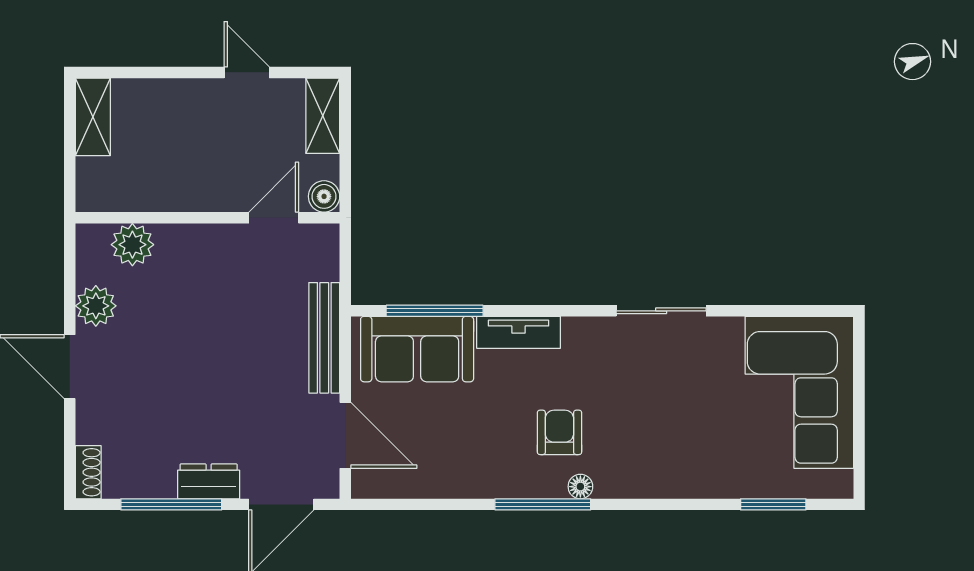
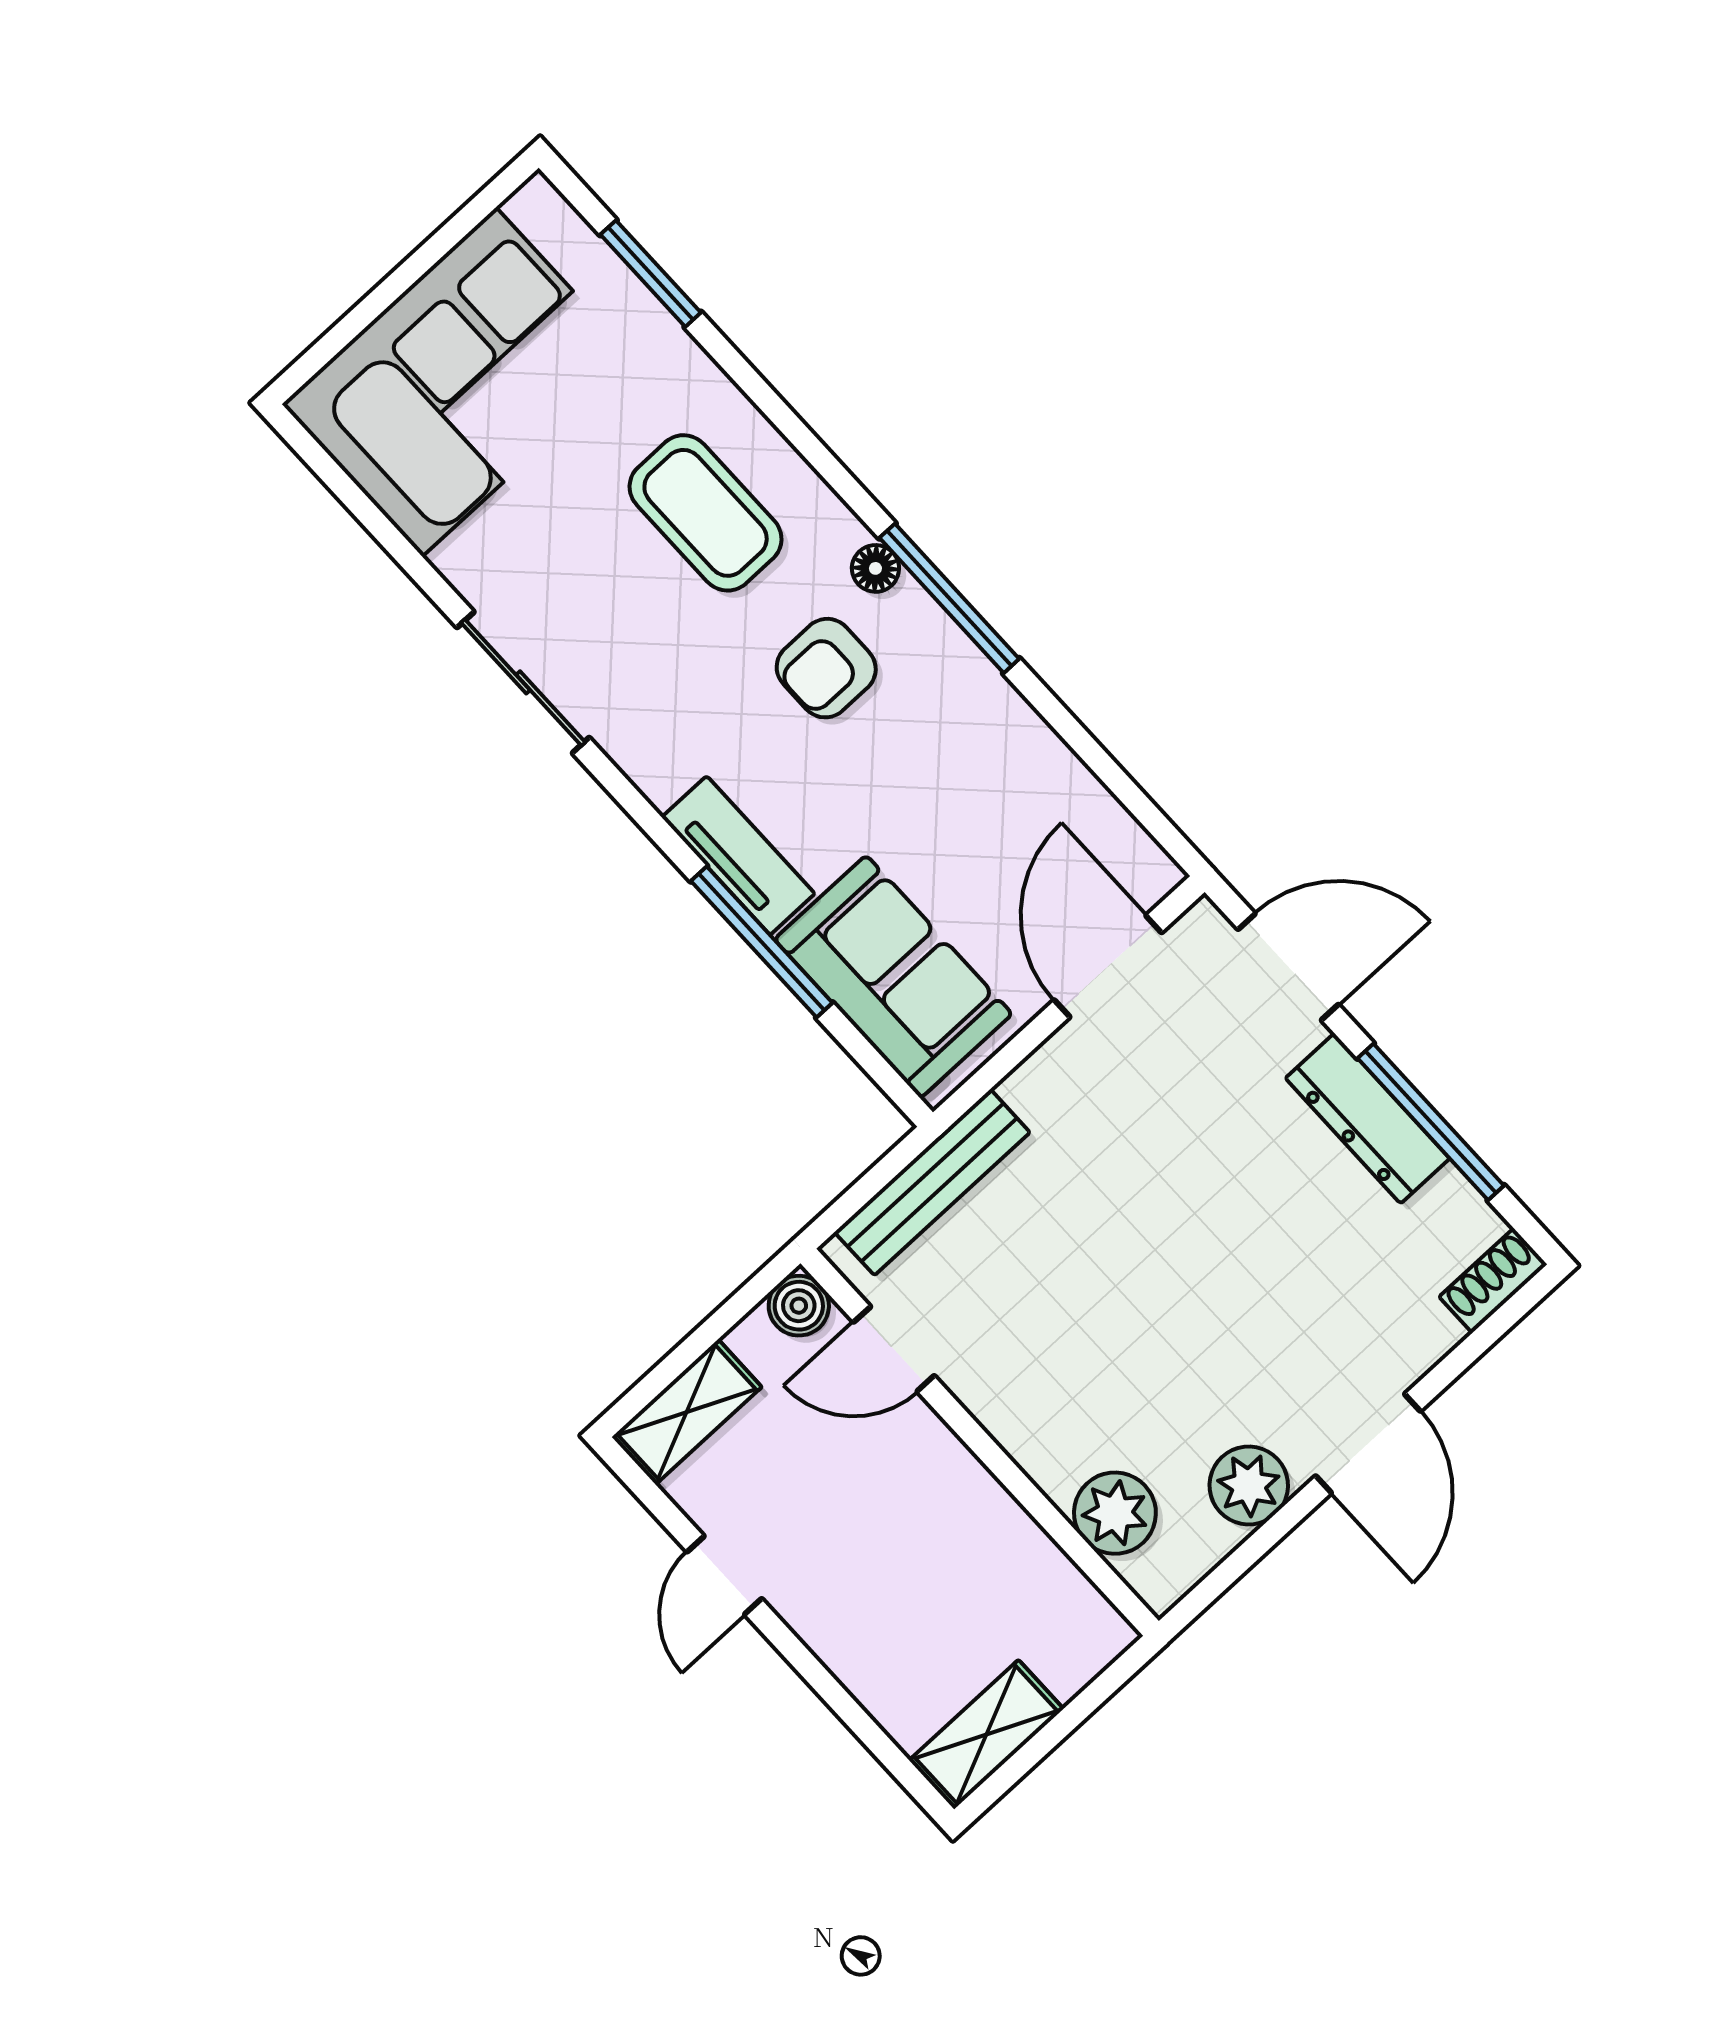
window: (435, 311) -> (762, 942), moved
bench: (324, 338) -> (932, 1182), moved
coffee table: (662, 441) -> (706, 513), added
dresser: (209, 481) -> (1368, 1118), width x1.44

